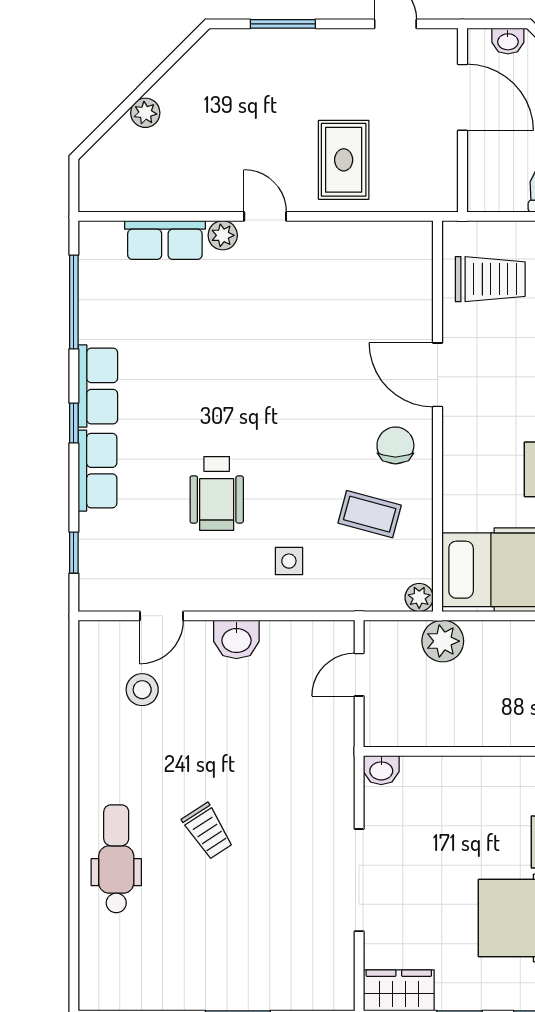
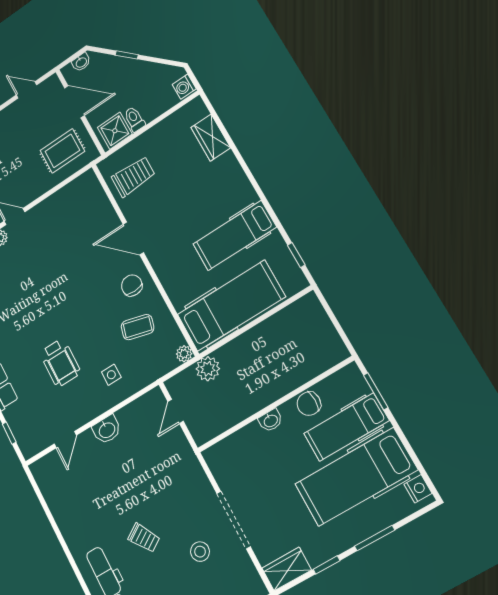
rug: (344, 160) -> (62, 151), moved, turned 90
shower: (501, 188) -> (115, 131), added
stool: (142, 690) -> (200, 552), moved
washbasin: (381, 770) -> (271, 420), moved

